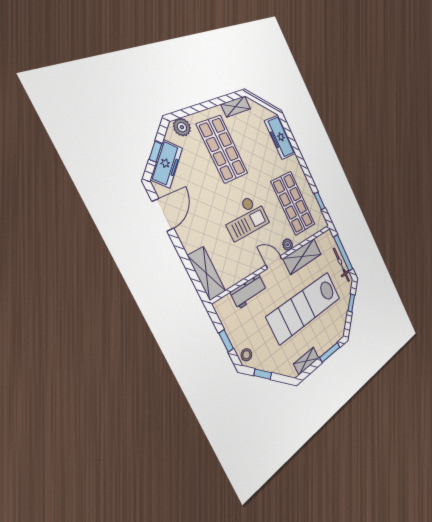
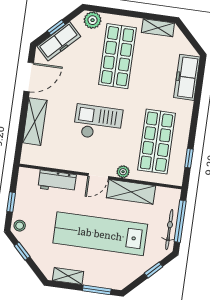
checkout: (245, 217) -> (98, 123), turned 180
door: (274, 262) -> (98, 176), swing flipped
shelving: (207, 273) -> (35, 122), moved

